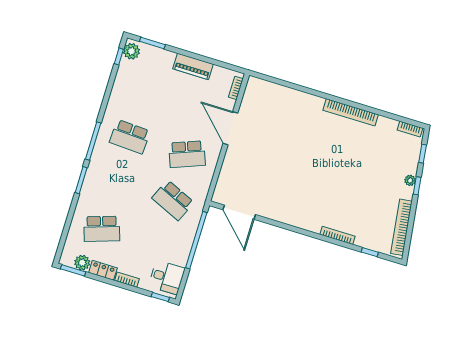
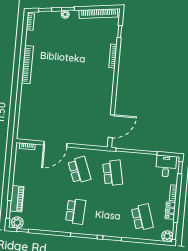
piano: (193, 66) -> (17, 199), moved
school desk: (173, 200) -> (113, 173), turned -36
plant: (82, 263) -> (167, 236), moved

